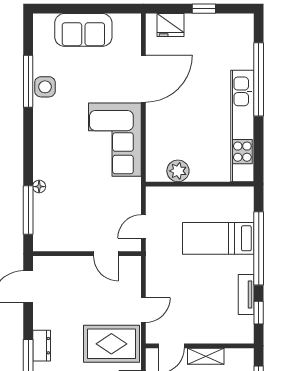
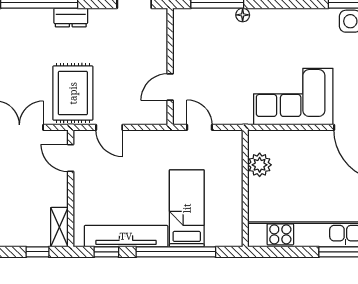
tv unit: (246, 295) -> (126, 236), width x1.92, depth x1.29
shelving: (206, 356) -> (59, 227), moved

